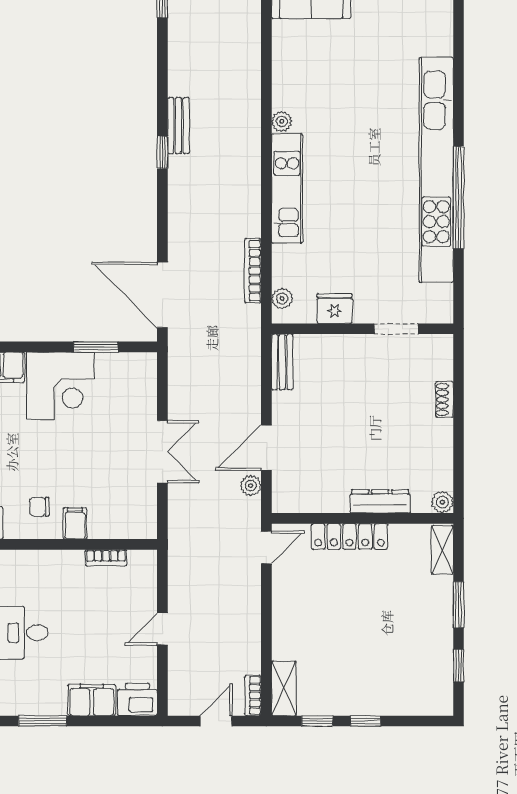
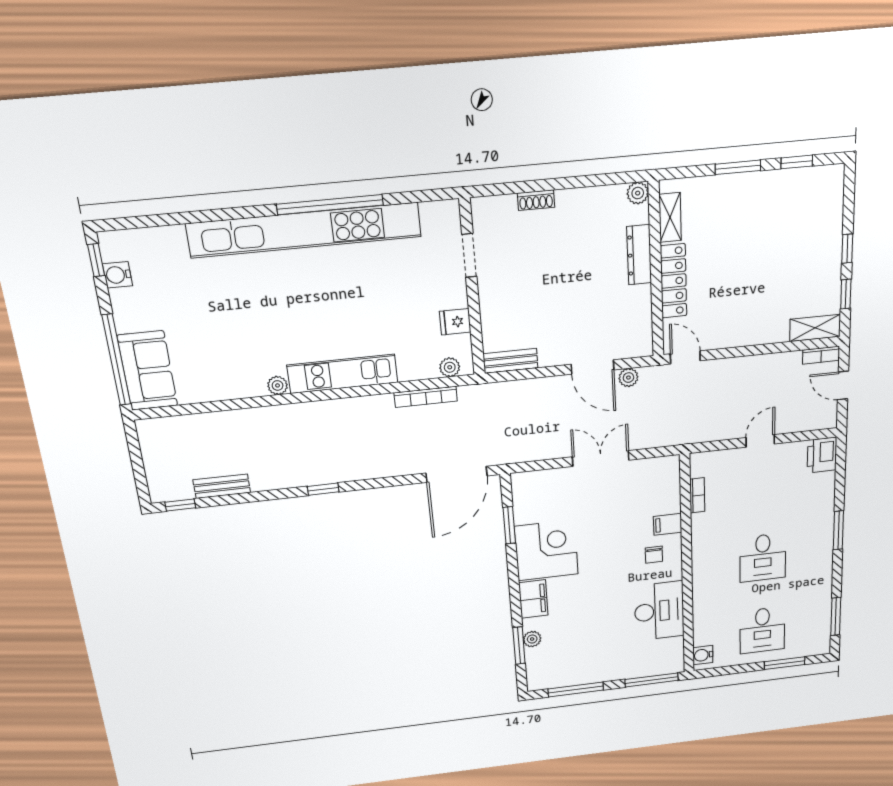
bench: (178, 126) -> (222, 486), moved
fridge: (334, 308) -> (455, 322), width x0.72
shelving: (442, 550) -> (670, 217), moved, turned 90
door: (162, 629) -> (760, 441), swing flipped
filing cabinet: (92, 700) -> (822, 493), removed

